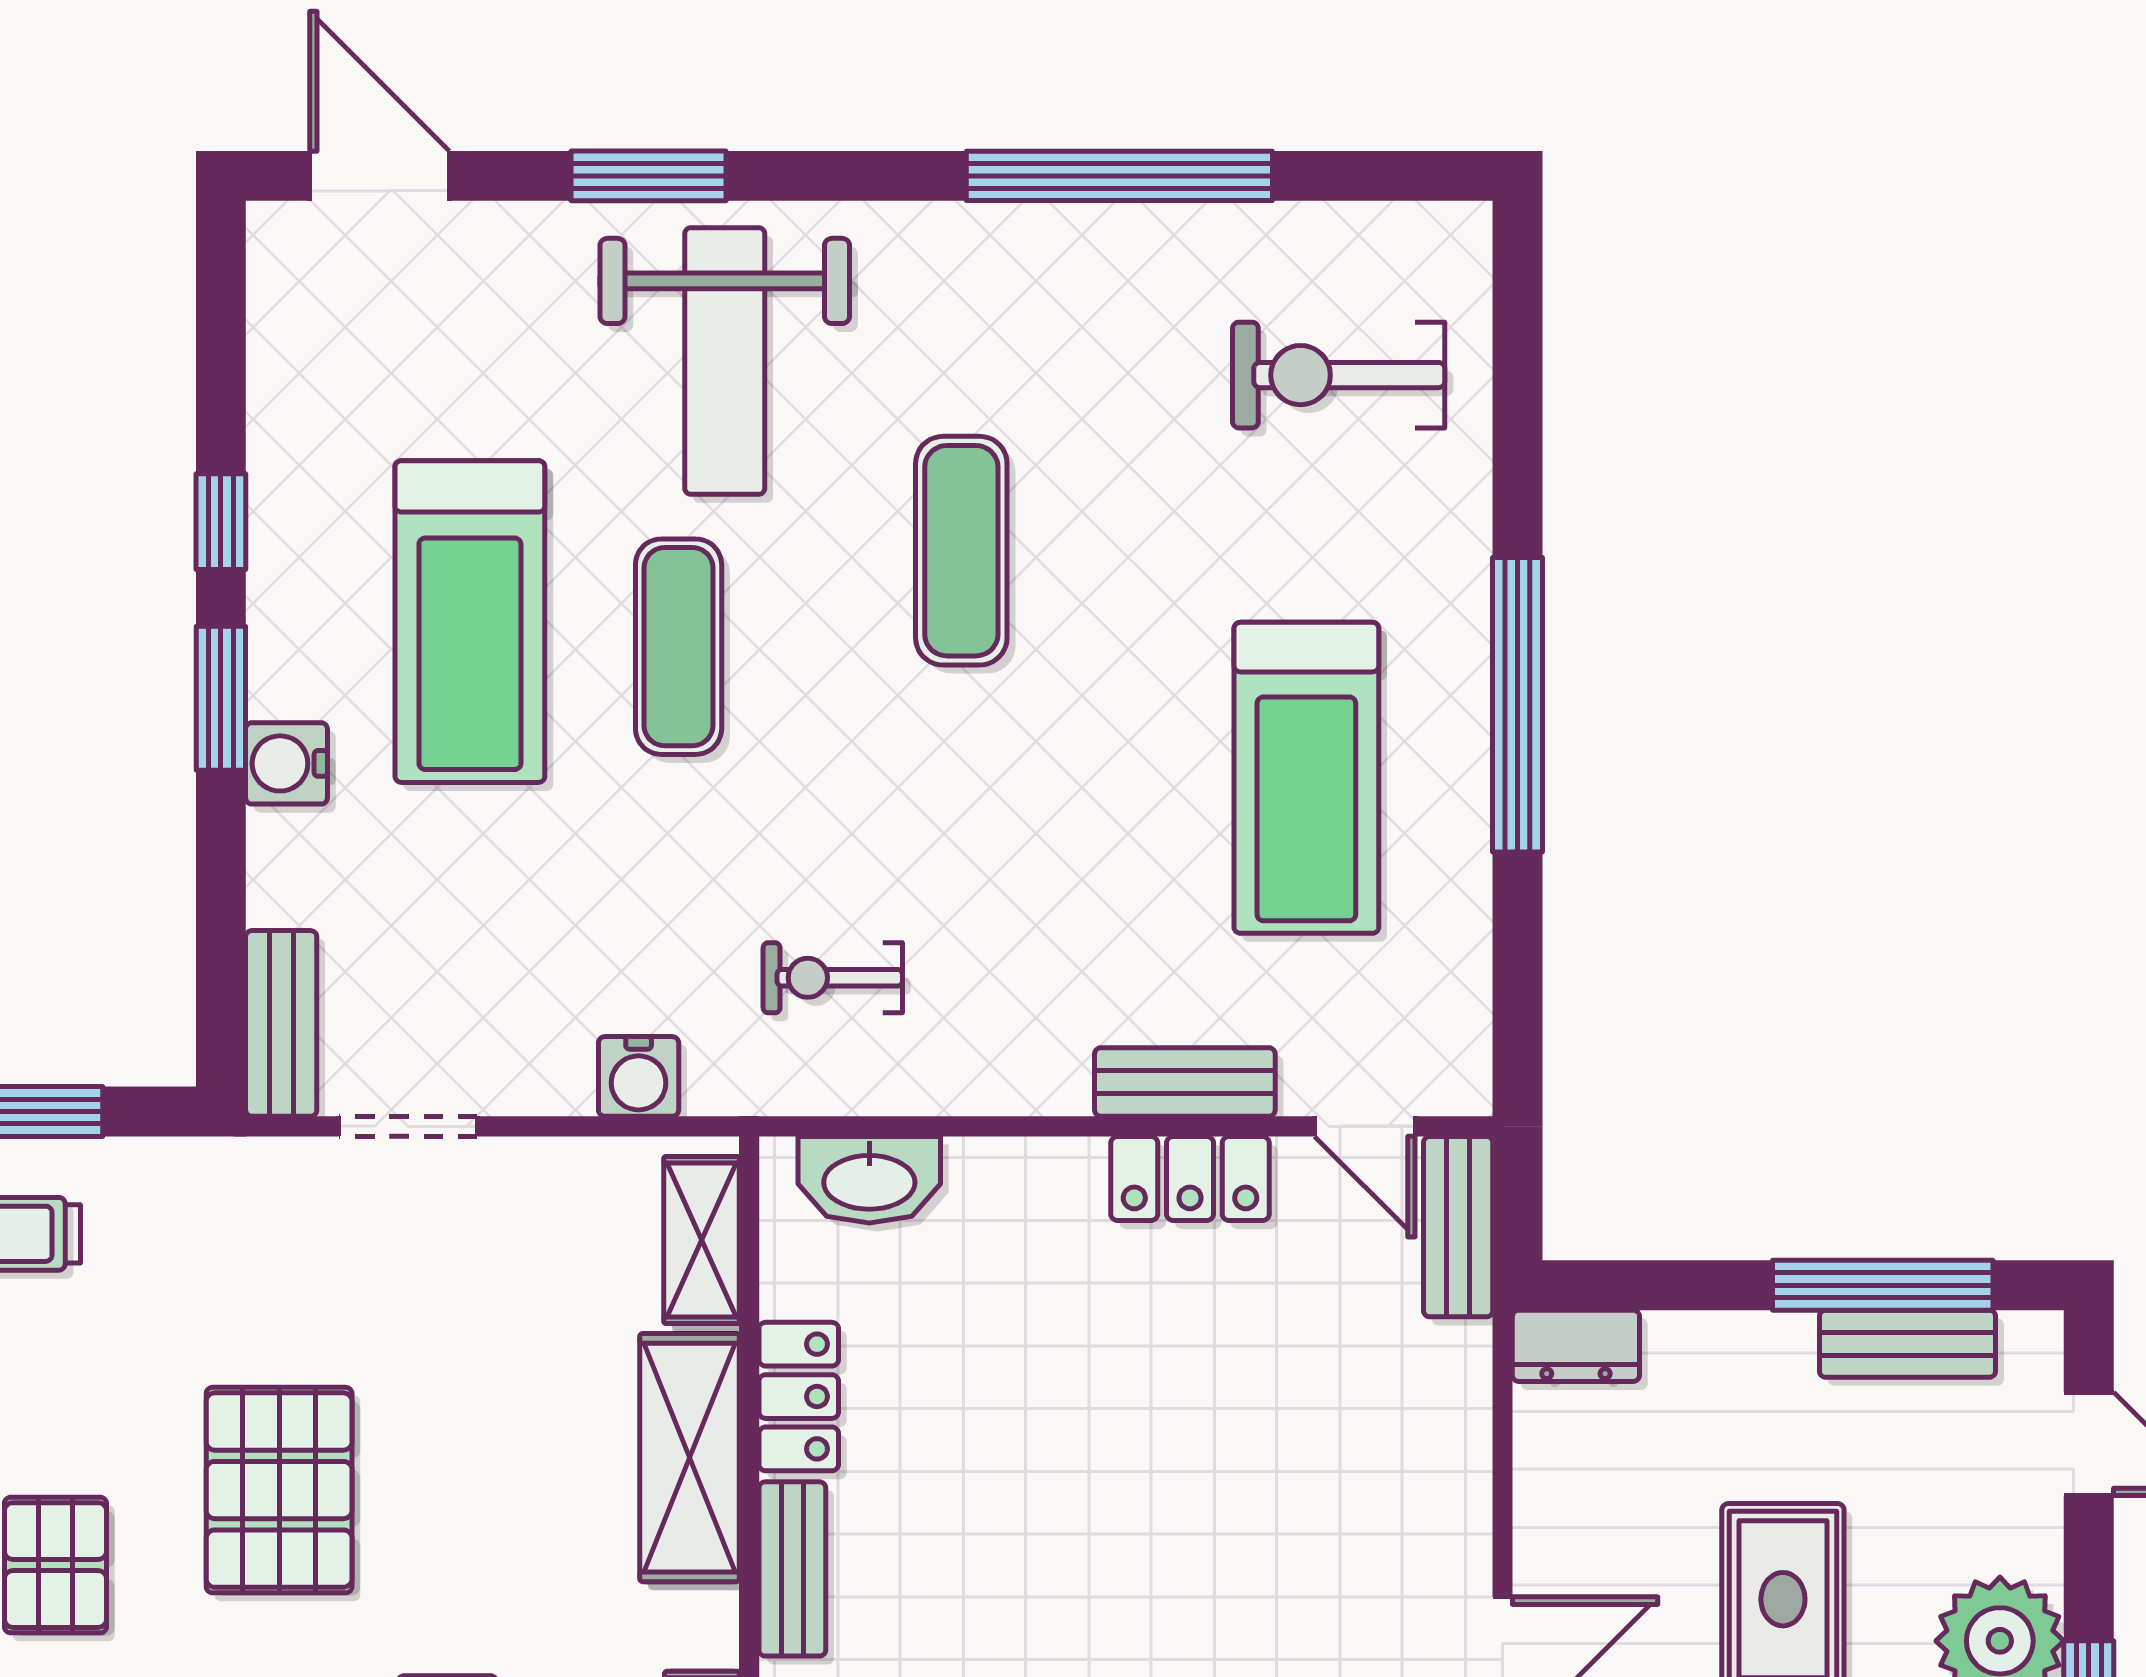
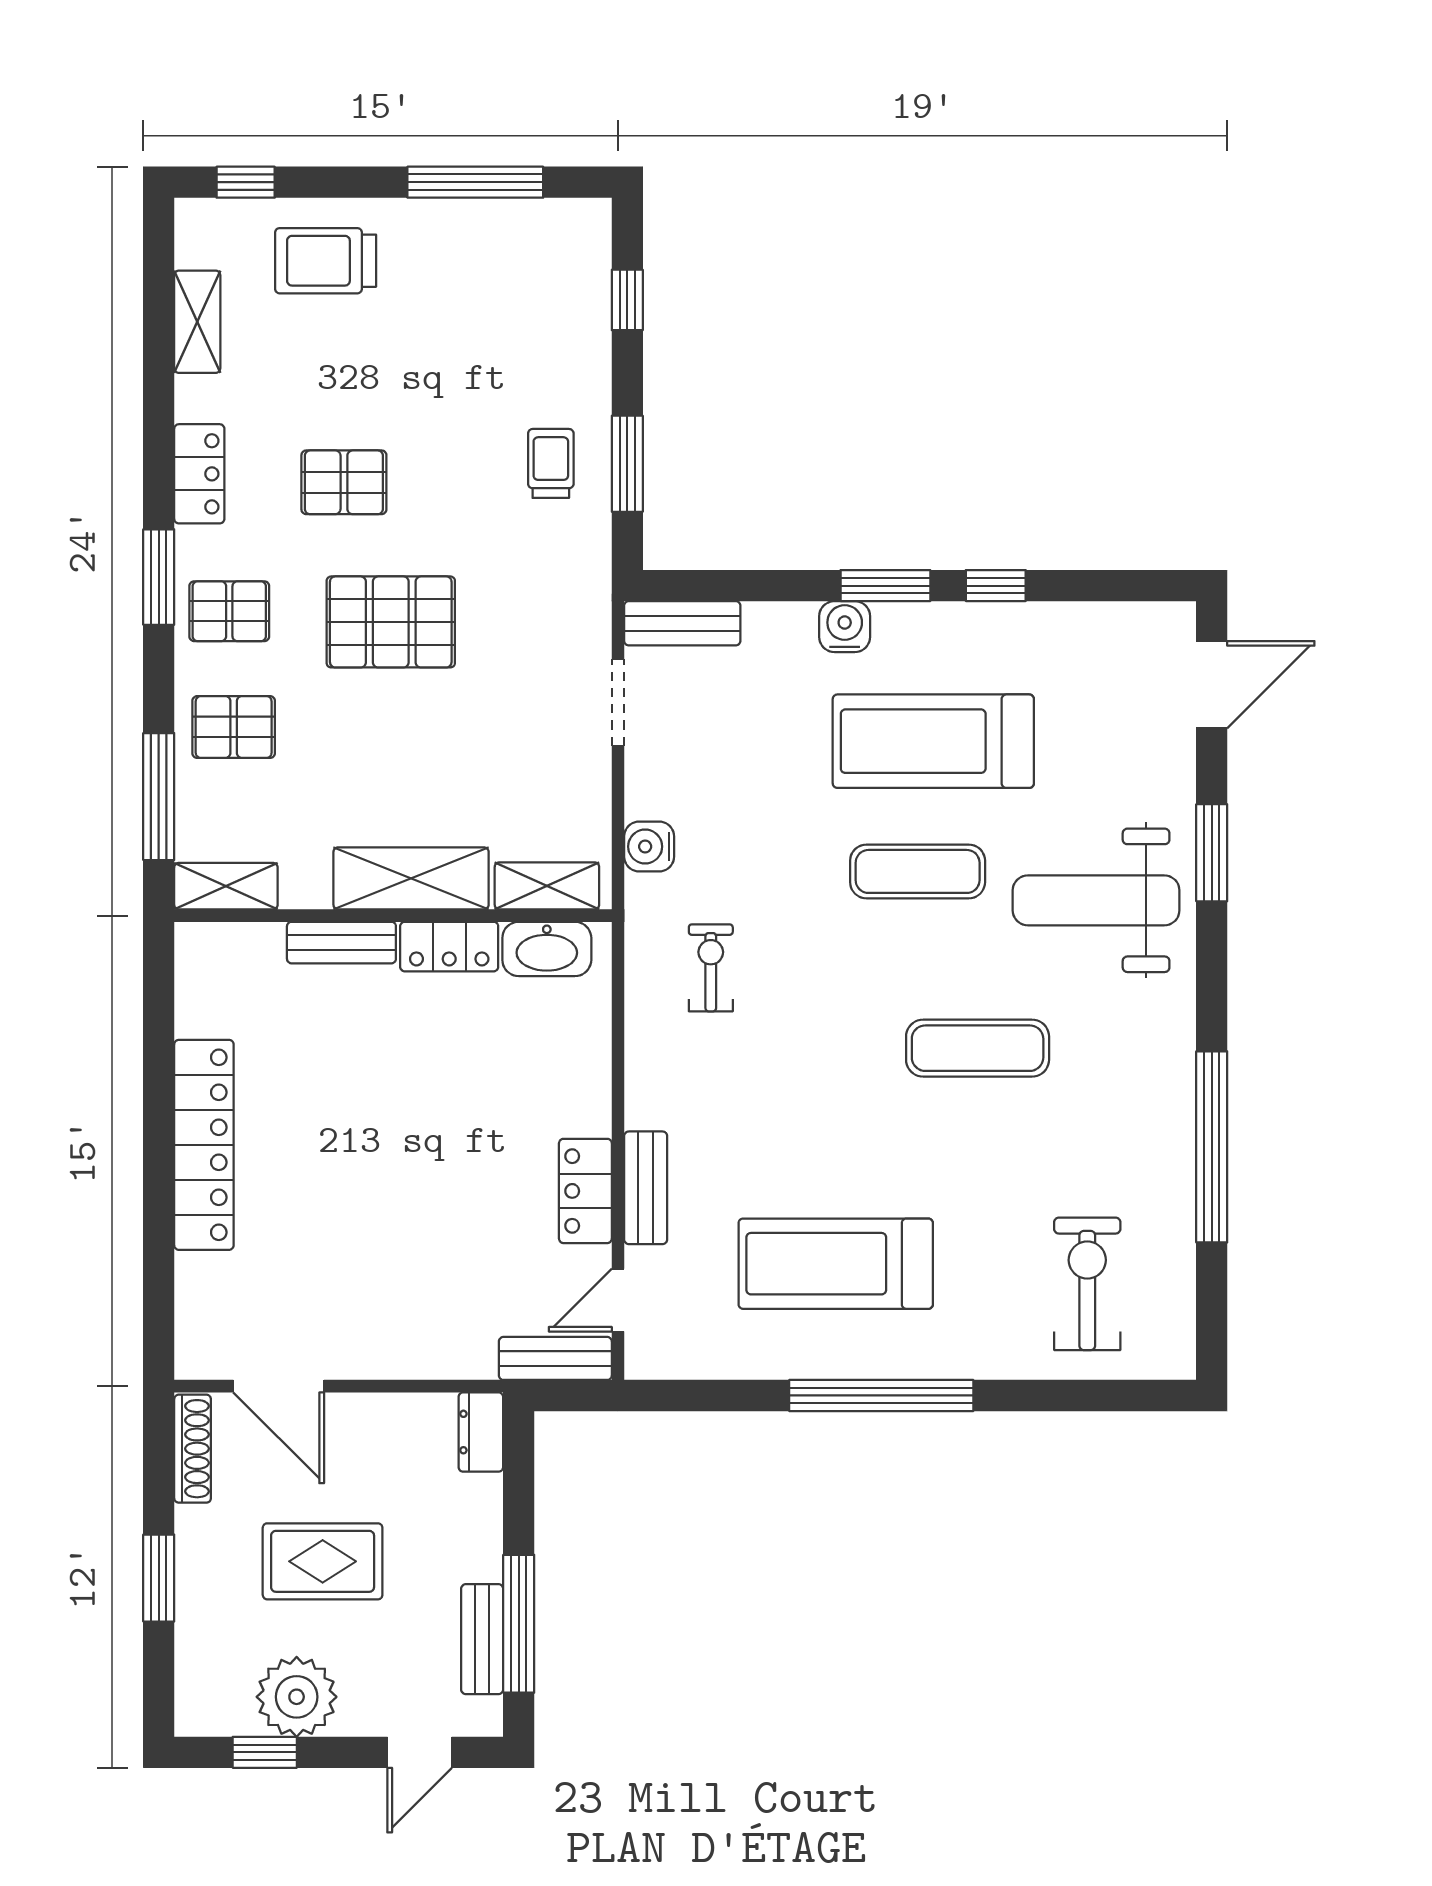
washbasin: (869, 1180) -> (547, 949), moved, turned -90

